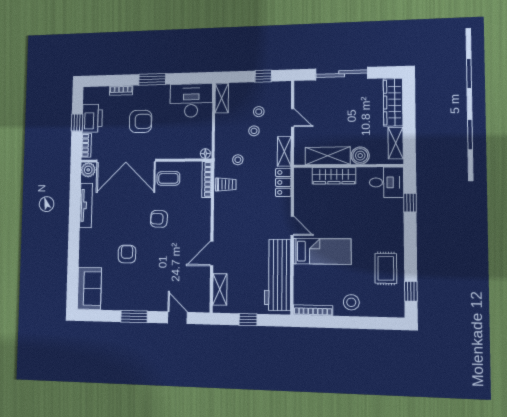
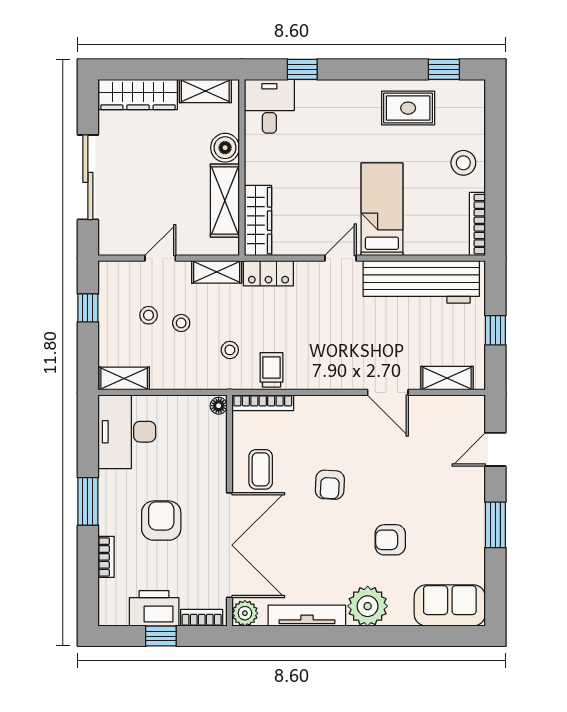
wardrobe: (334, 176) -> (258, 221), moved
plant: (90, 240) -> (368, 606), added

